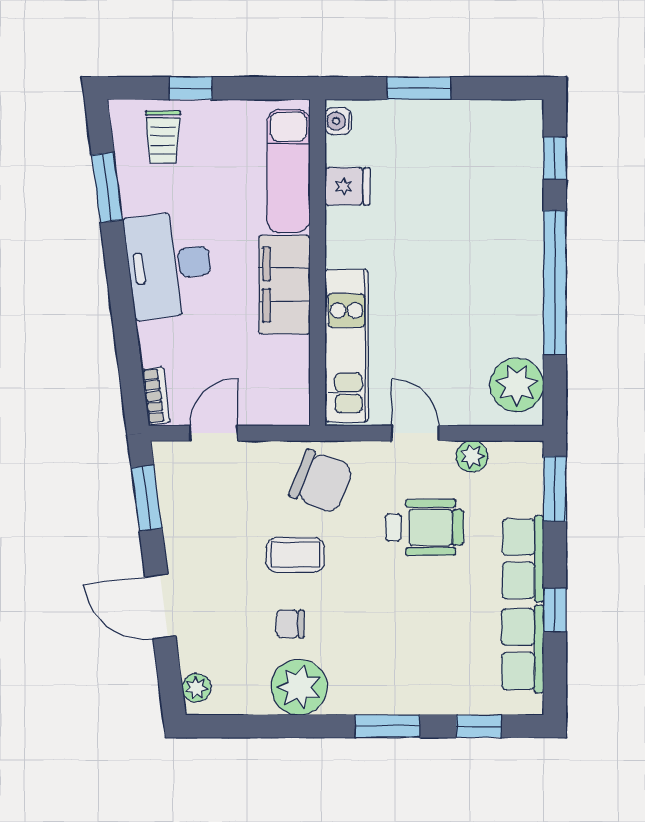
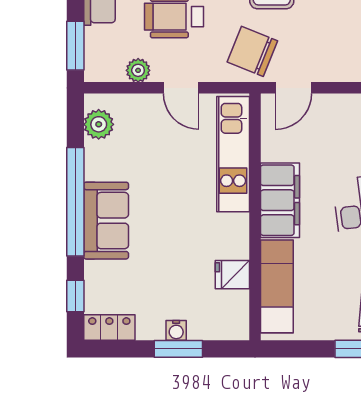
locker: (510, 116) -> (109, 327), added
water cooler: (338, 121) -> (176, 330), moved, turned 90
sofa: (514, 258) -> (106, 221), added
plant: (517, 385) -> (99, 124), width x0.73, depth x0.73
door: (214, 433) -> (293, 88), moved

